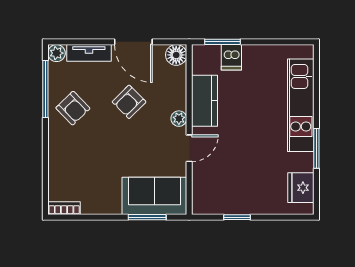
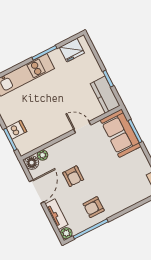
kitchen counter: (205, 101) -> (105, 95), moved, turned -90
armchair: (129, 102) -> (73, 176), turned 45
armchair: (73, 108) -> (94, 207), turned -136
plant: (179, 119) -> (43, 155), moved

